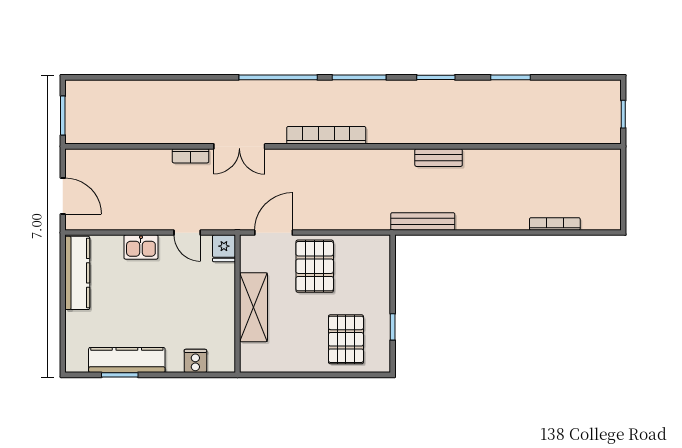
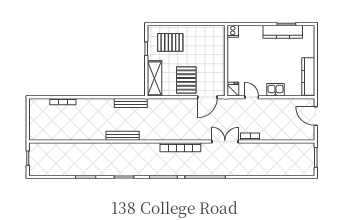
bench: (439, 158) -> (123, 136), width x1.36
shelving: (253, 307) -> (154, 78), moved
pallet: (346, 339) -> (170, 42), turned 90
cooker: (195, 361) -> (233, 31), moved

